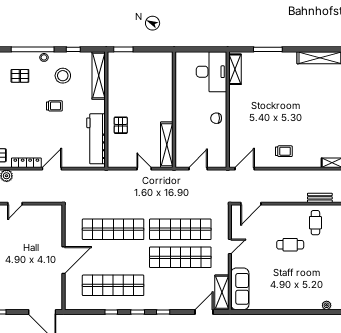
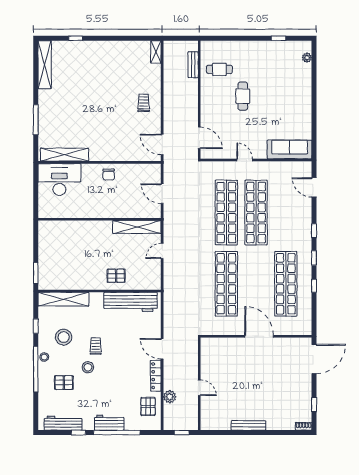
shelving: (235, 69) -> (64, 155), width x1.47
pallet: (20, 76) -> (64, 383), turned 90
stool: (34, 99) -> (88, 367), added
shelving: (222, 292) -> (293, 169), removed

